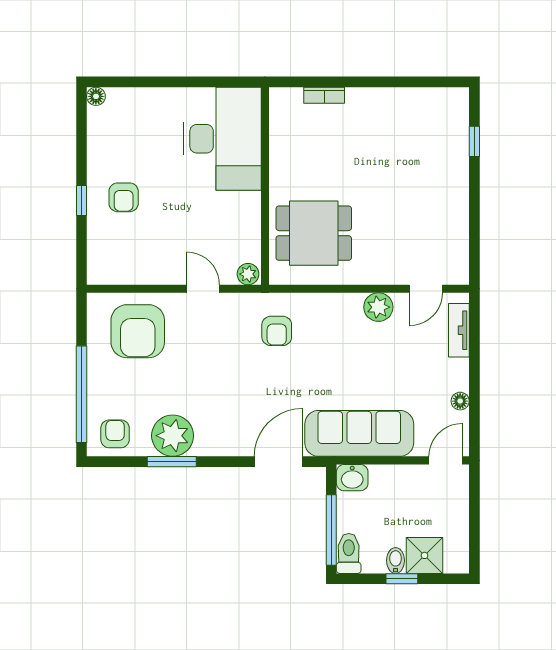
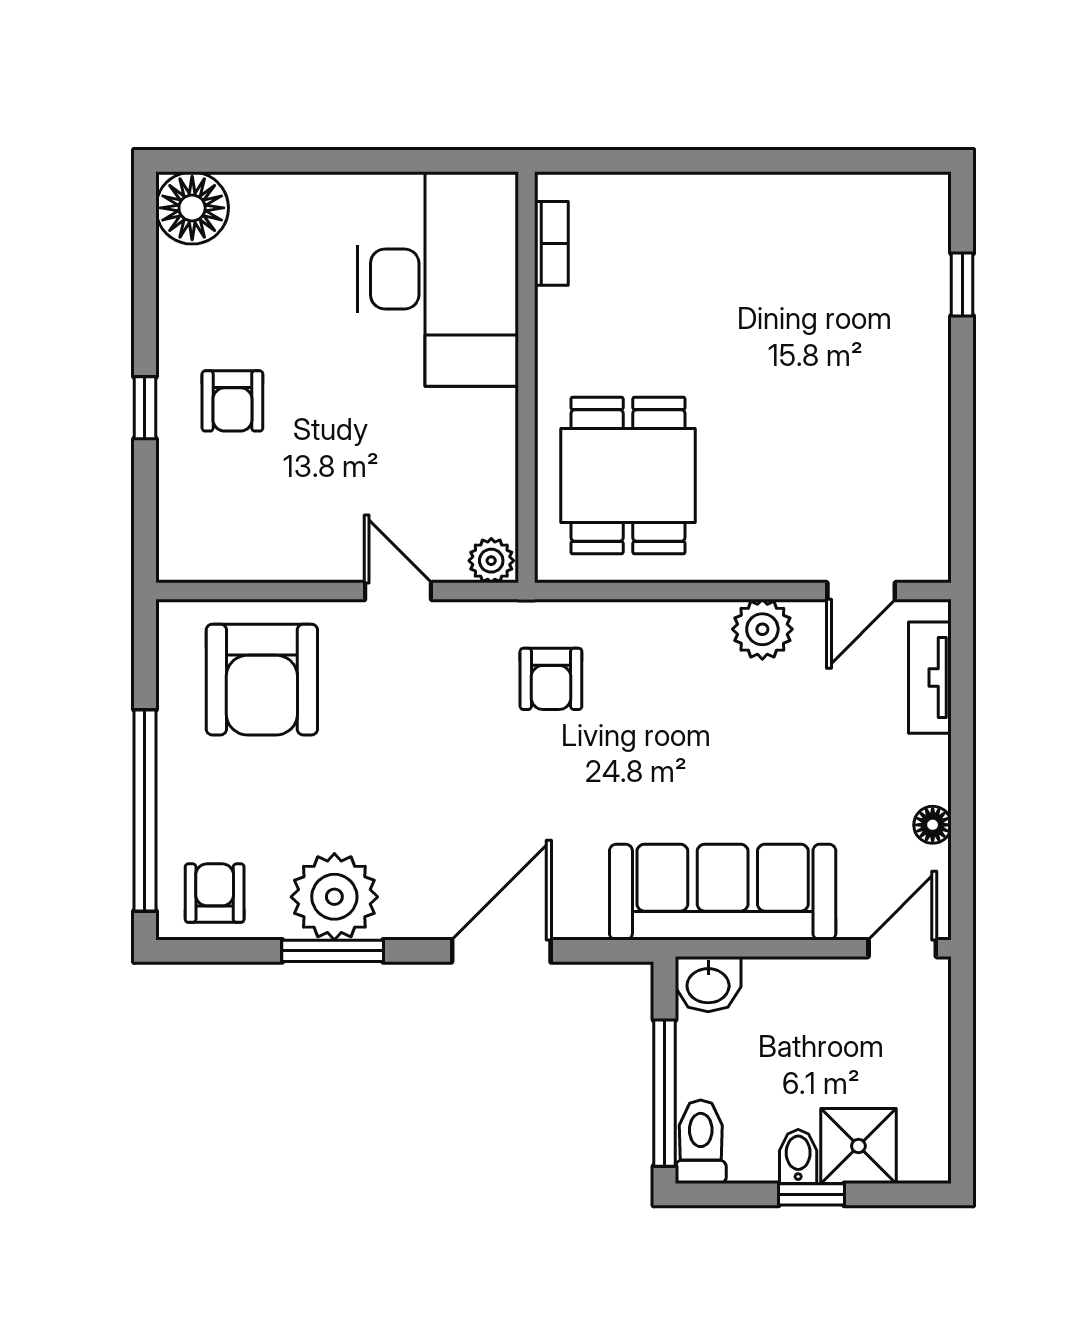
bookcase: (324, 95) -> (551, 243), moved, turned -90
floor lamp: (96, 96) -> (192, 208), width x1.89, depth x1.89
dining table: (314, 233) -> (628, 476), turned 90
door: (278, 462) -> (501, 951), moved

